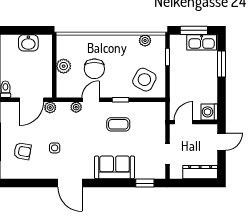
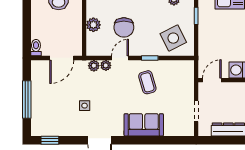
side table: (144, 80) -> (173, 38), turned 35
plant: (50, 107) -> (94, 66), moved
coffee table: (118, 124) -> (147, 82), turned 74
armchair: (22, 151) -> (53, 109), removed
window: (145, 183) -> (50, 140), moved

